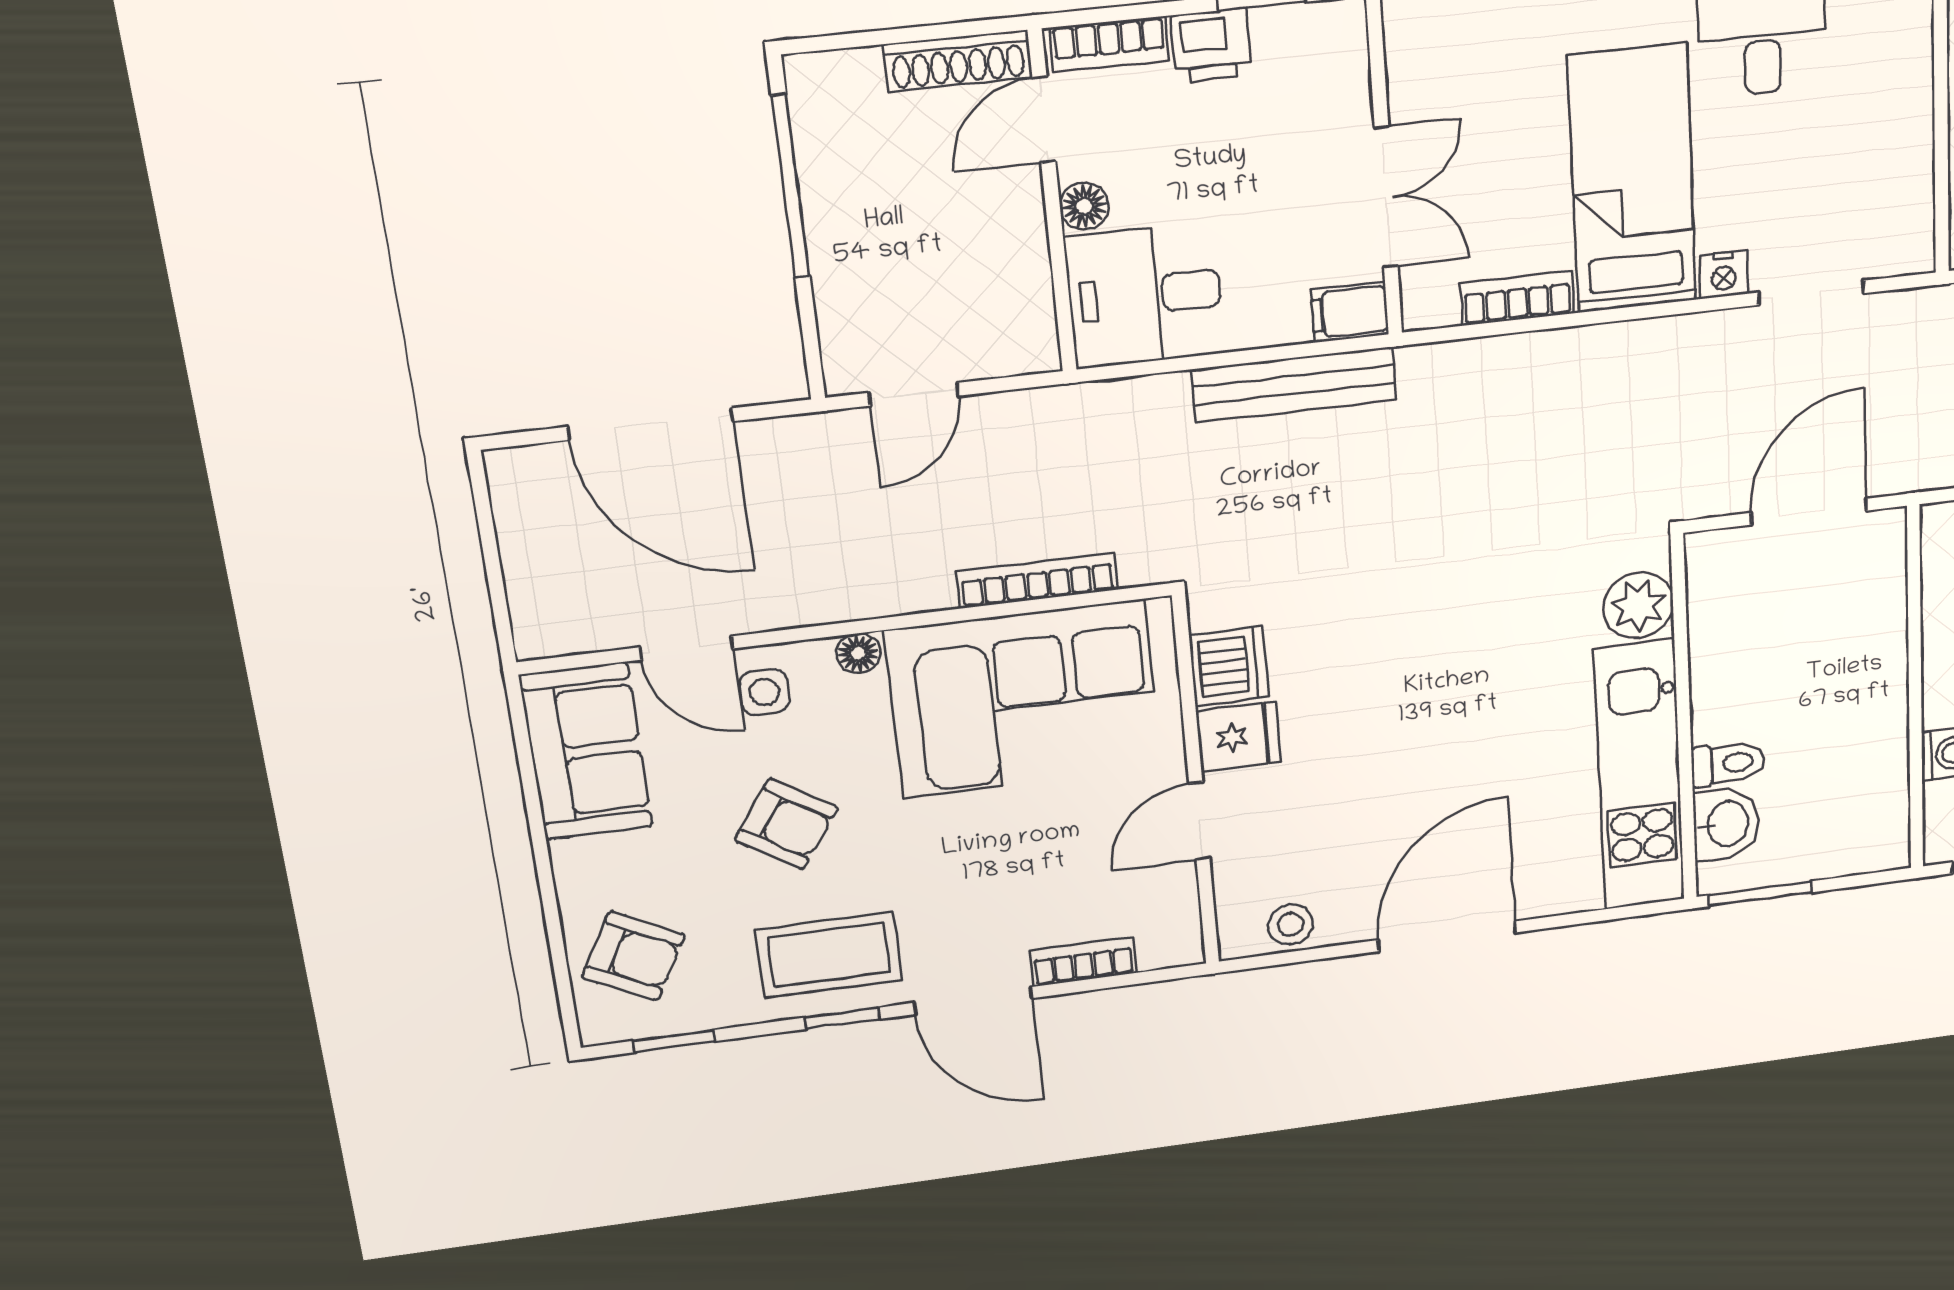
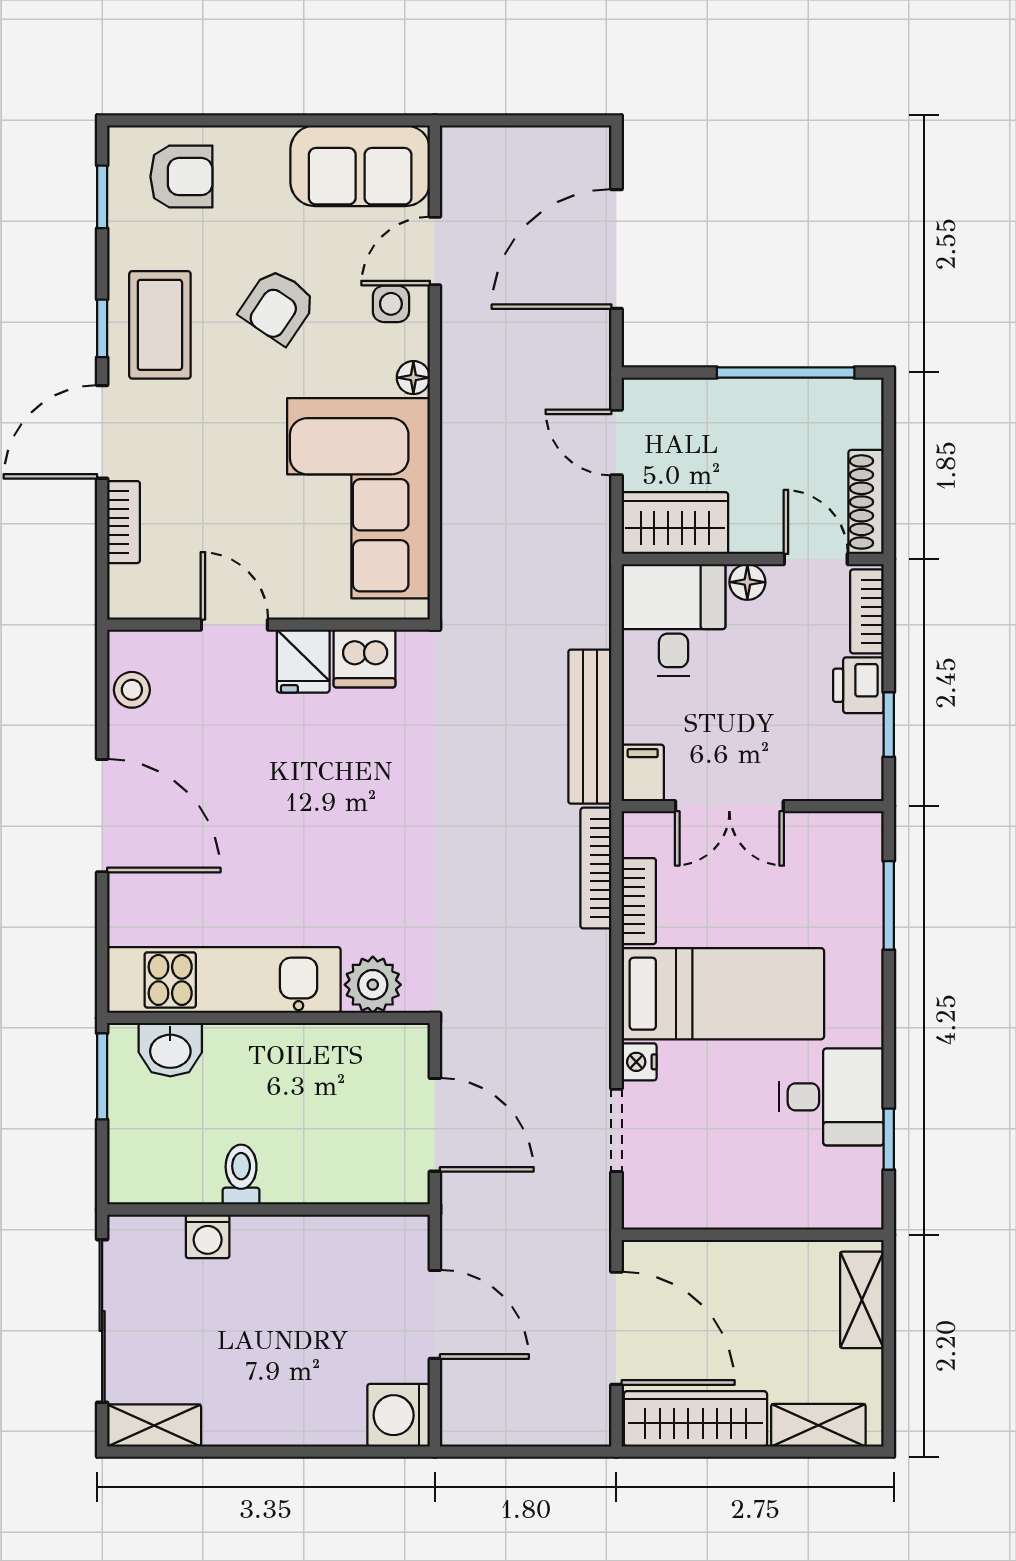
wardrobe: (1014, 308) -> (675, 523), added
bookcase: (1037, 580) -> (596, 868), moved, turned 180
toilet: (1728, 764) -> (241, 1175), moved, turned 180
armchair: (634, 956) -> (181, 177), turned -118

